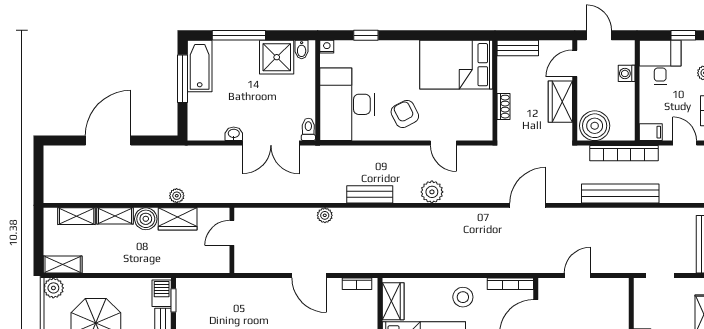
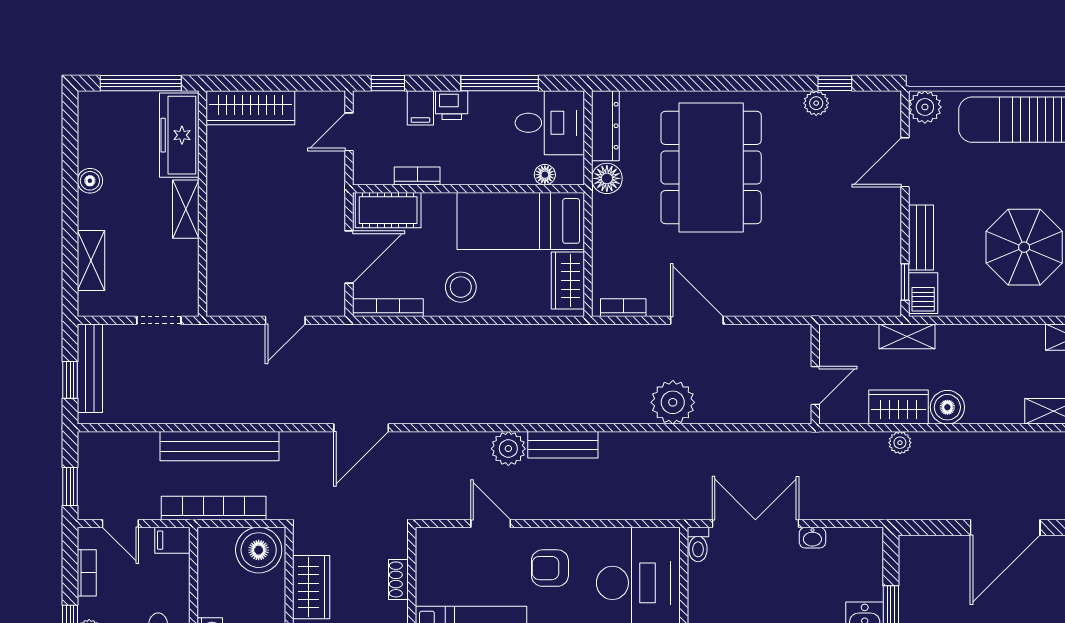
armchair: (405, 114) -> (550, 568), turned 117
bench: (370, 194) -> (563, 445), moved
plant: (325, 215) -> (673, 402), width x1.87, depth x1.87
shelving: (115, 216) -> (907, 336), moved

